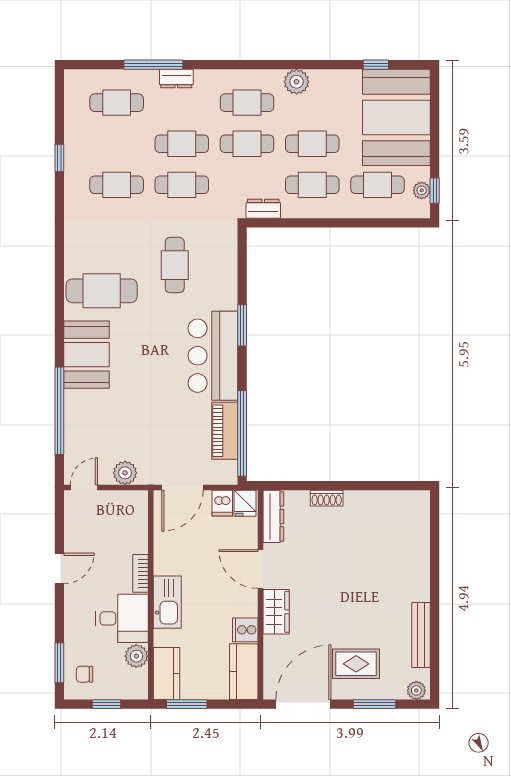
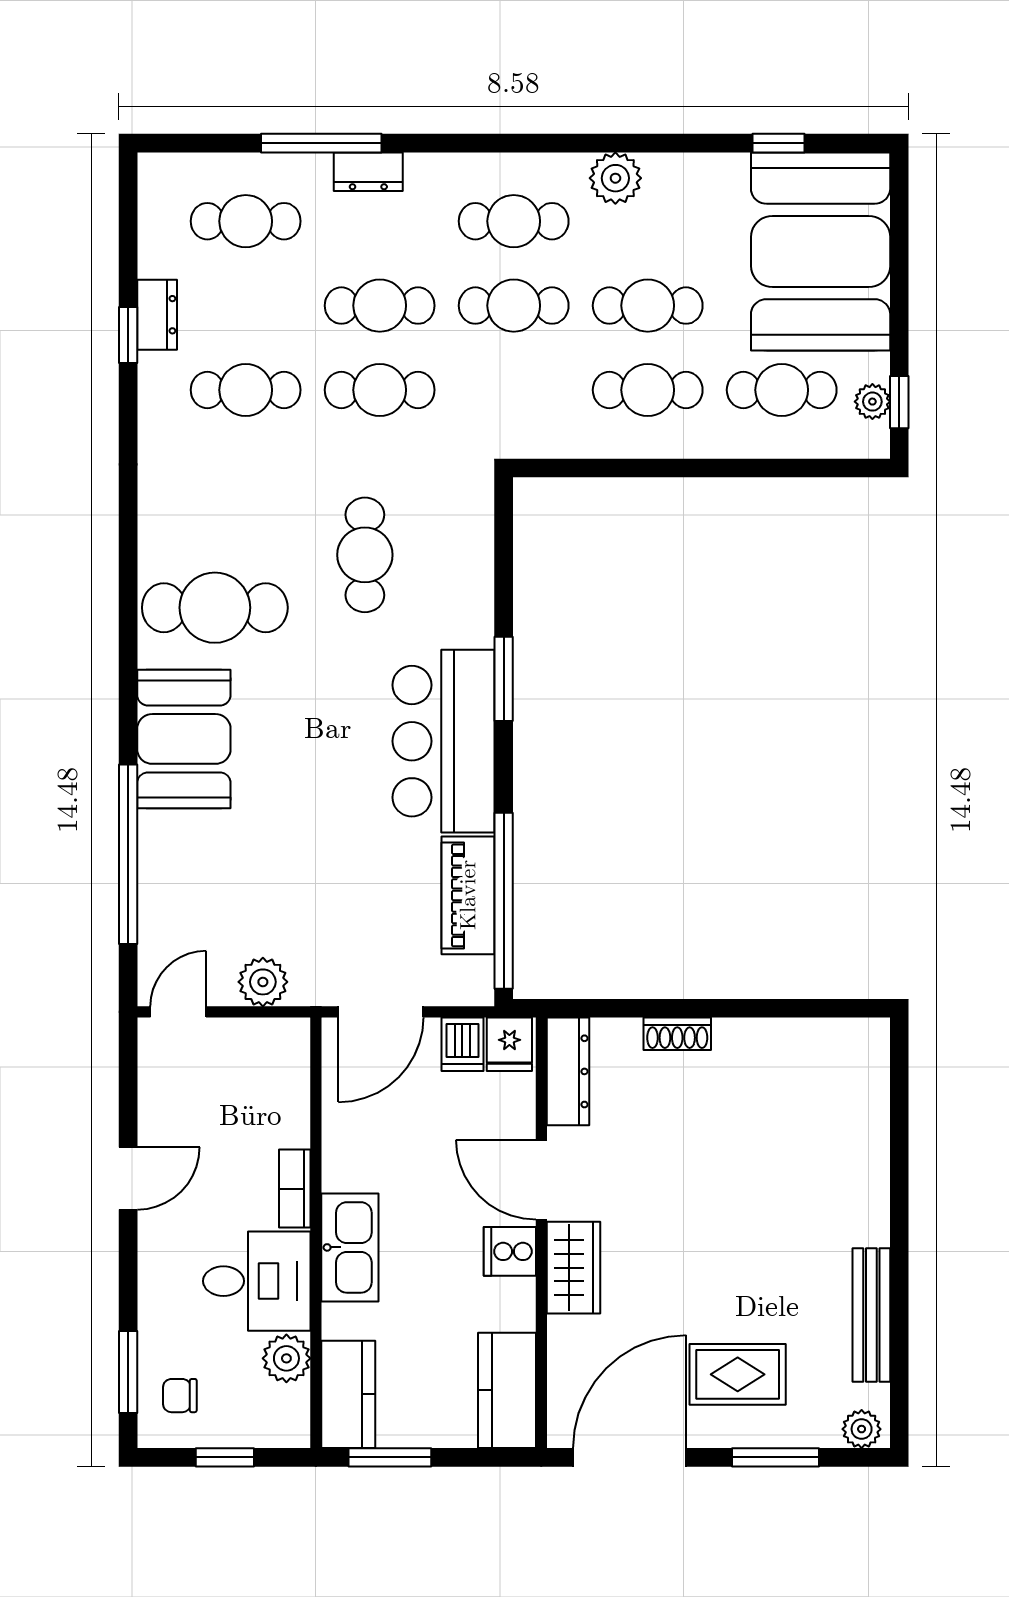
dresser: (263, 209) -> (157, 315), moved, turned 90
cooker: (245, 630) -> (510, 1251), moved

